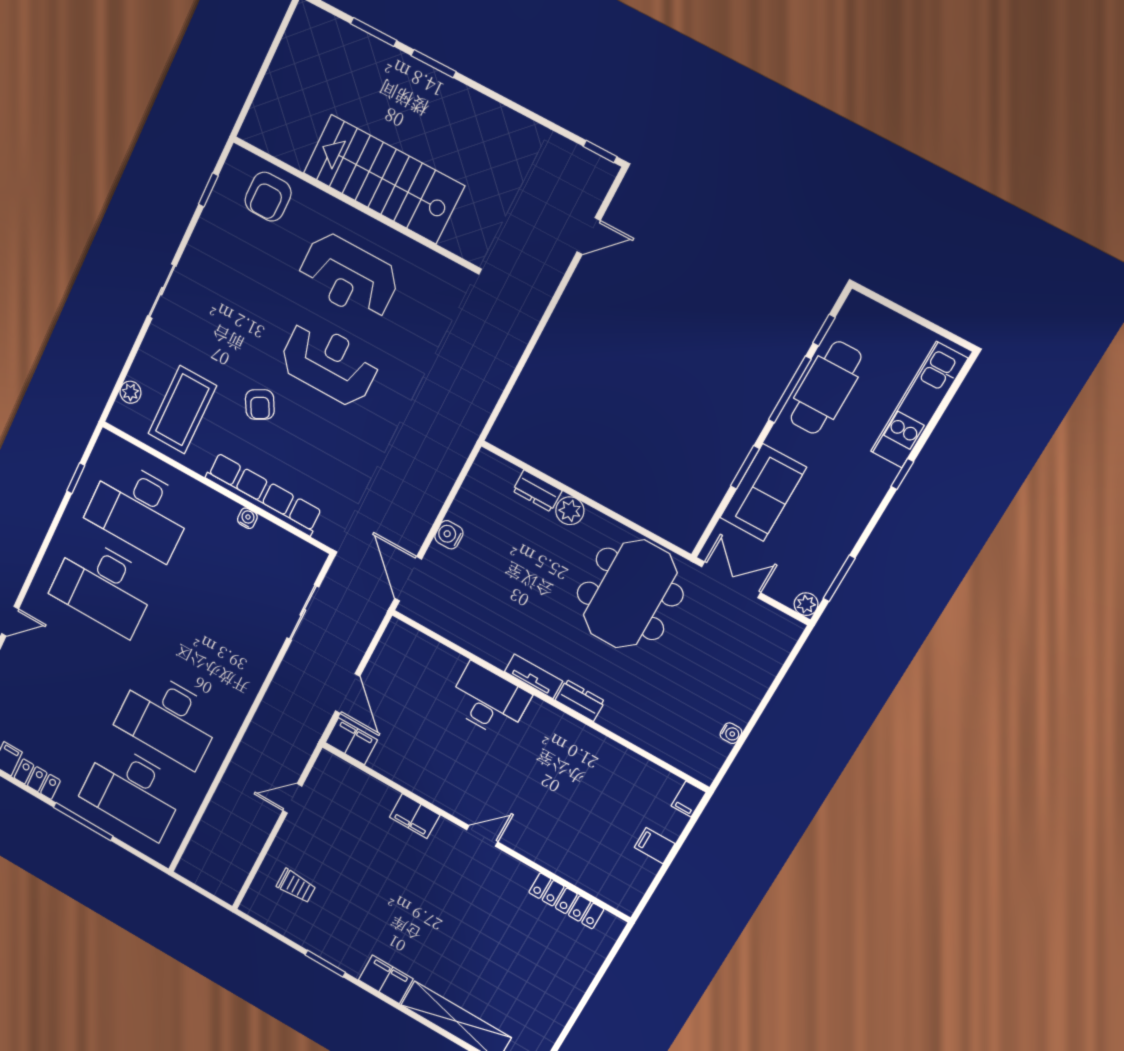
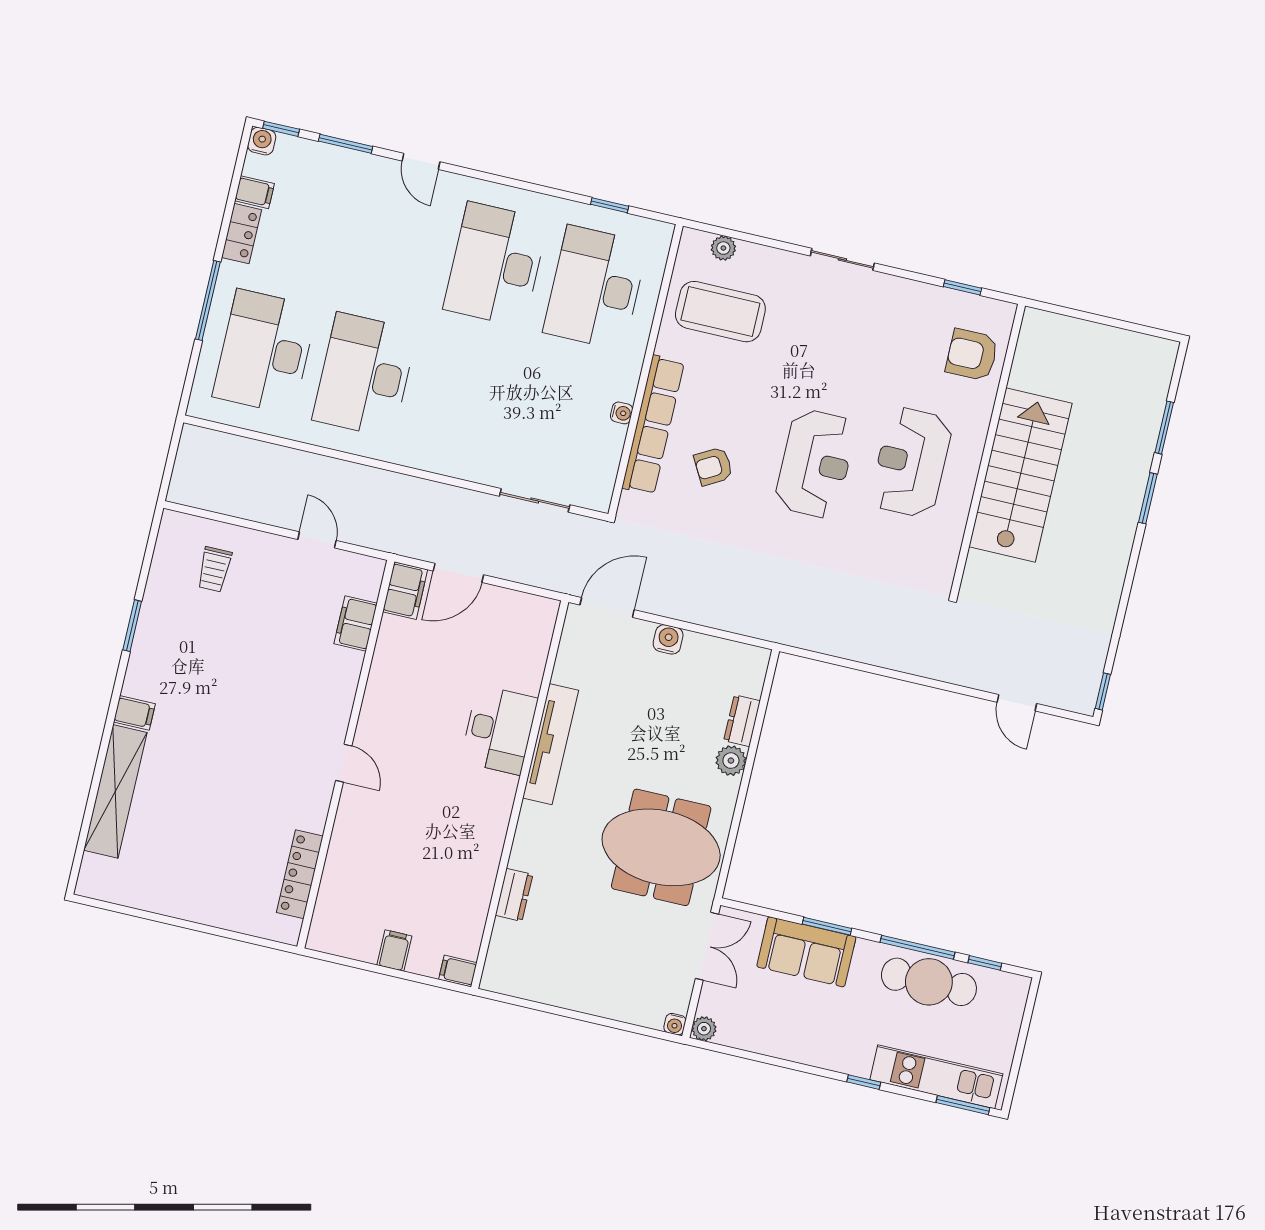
armchair: (260, 404) -> (713, 466), moved
window: (839, 578) -> (963, 1105), moved
tv unit: (534, 676) -> (551, 744), width x1.92, depth x1.29
dresser: (580, 701) -> (514, 895), moved
water cooler: (731, 733) -> (675, 1024), moved
filing cabinet: (415, 816) -> (356, 623), moved
filing cabinet: (386, 979) -> (134, 713), width x0.50

